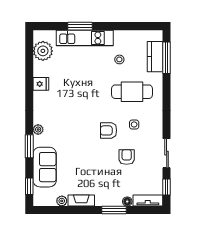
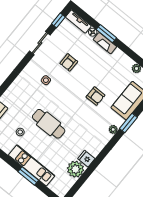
plant: (43, 51) -> (75, 169), moved
cafe table: (132, 92) -> (49, 124), moved
armchair: (109, 130) -> (95, 96), moved
fireplace: (81, 201) -> (105, 43), moved

